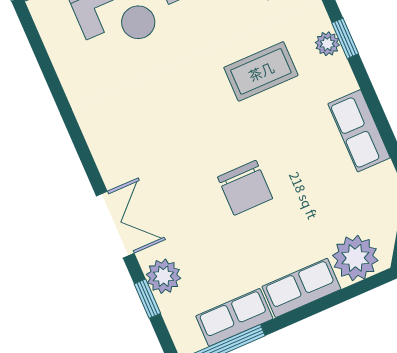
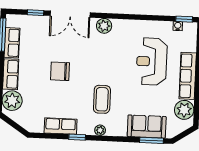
window: (345, 38) -> (77, 137), moved
double door: (115, 225) -> (70, 14), width x1.37
plant: (163, 276) -> (104, 26), moved

